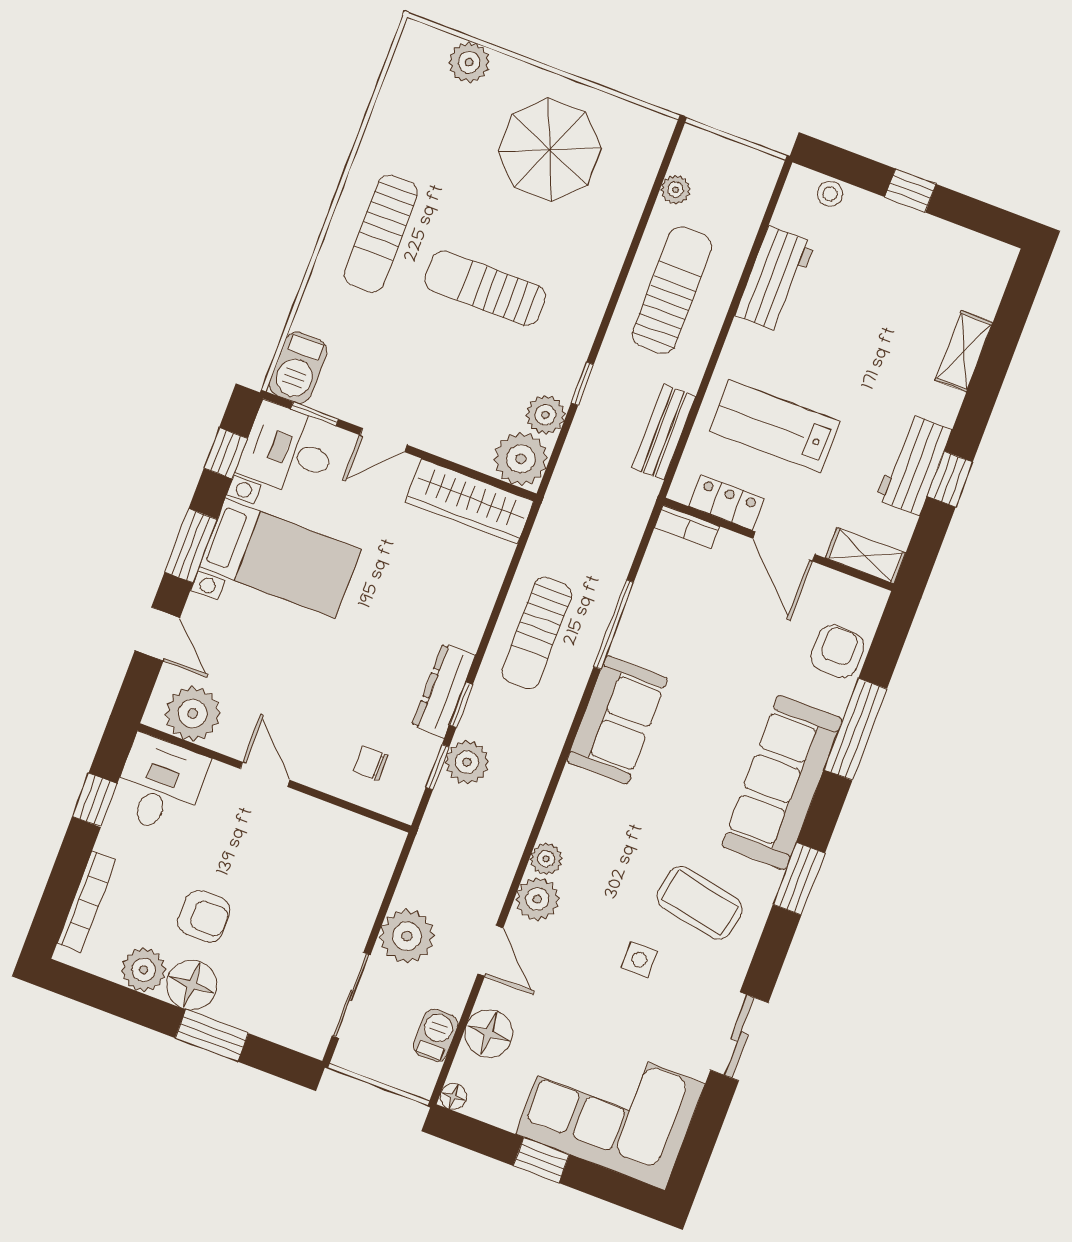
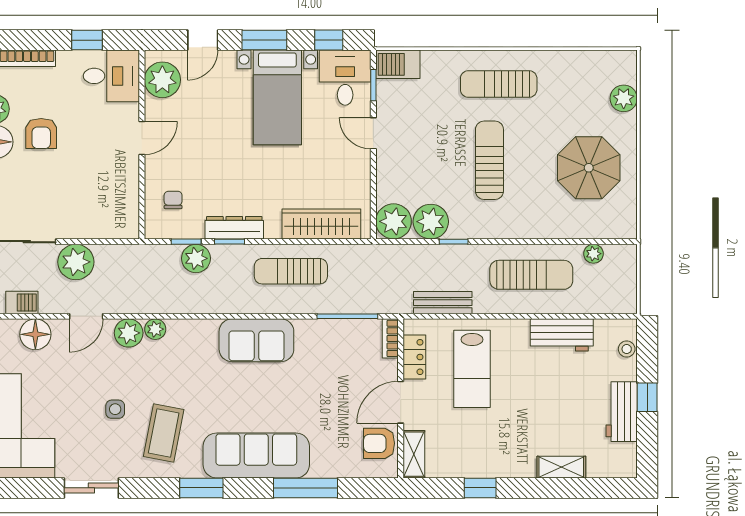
plant: (545, 415) -> (431, 222), width x1.36, depth x1.36
lab bench: (775, 426) -> (472, 369), turned 180
workbench: (914, 464) -> (622, 412), moved, turned -90
wardrobe: (469, 501) -> (321, 224), moved, turned 90
window: (614, 625) -> (347, 316), moved
armchair: (837, 651) -> (379, 443), moved, turned 180

